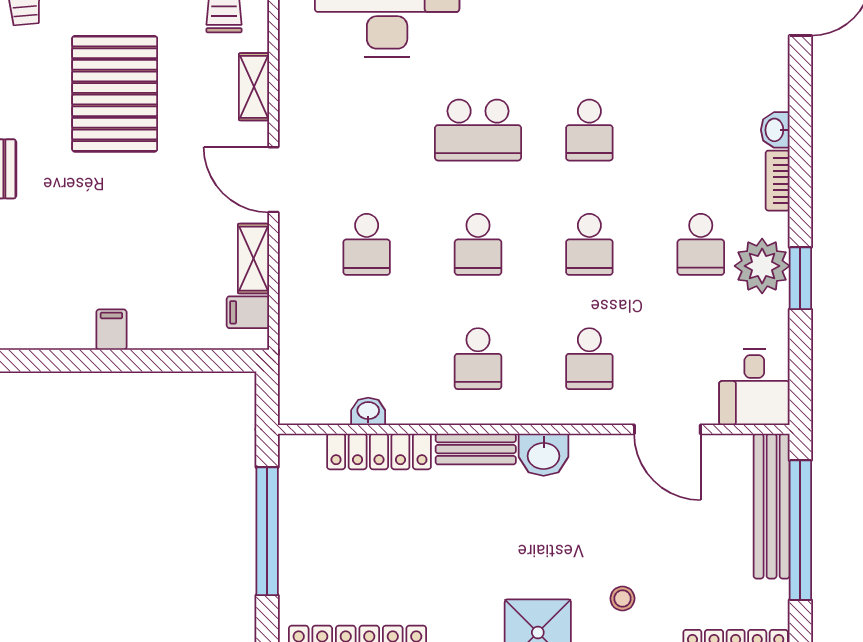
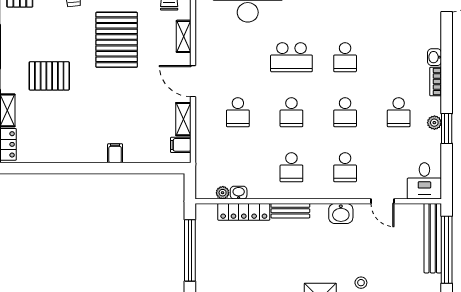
plant: (762, 266) -> (434, 123), width x0.53, depth x0.53
plant: (335, 412) -> (223, 193), added
door: (667, 429) -> (383, 201), width x0.73
washbasin: (544, 455) -> (341, 213), moved

